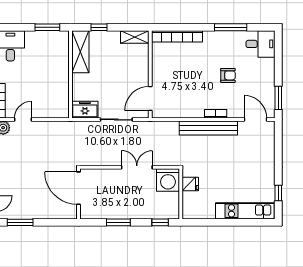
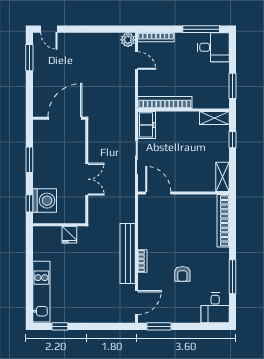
shelving: (80, 52) -> (214, 118), width x0.67, depth x0.75
bookcase: (63, 92) -> (165, 102), added
washing machine: (168, 180) -> (45, 201), moved, turned 180

